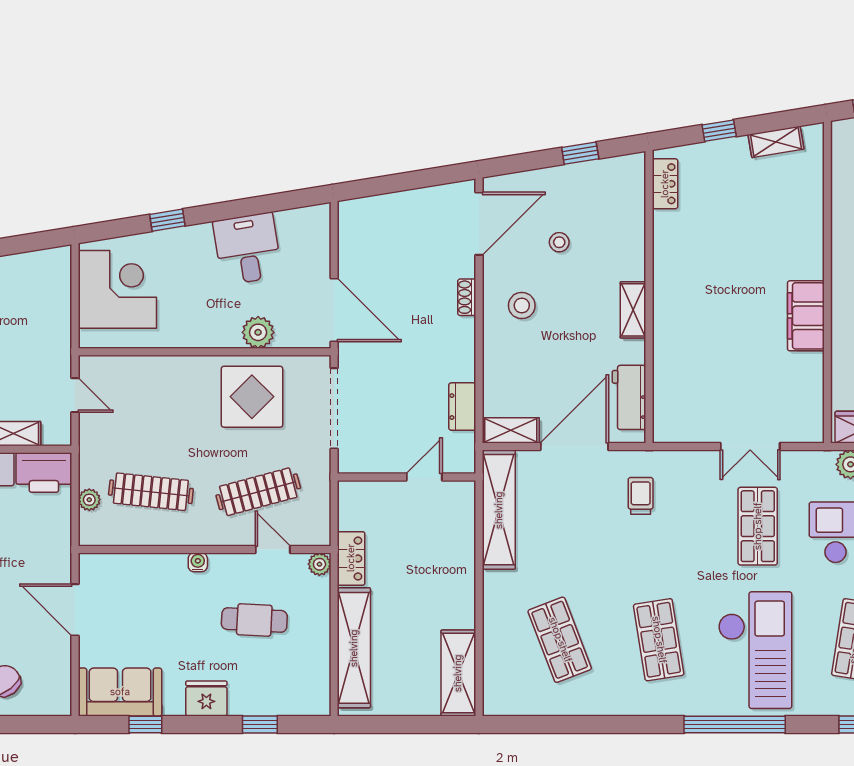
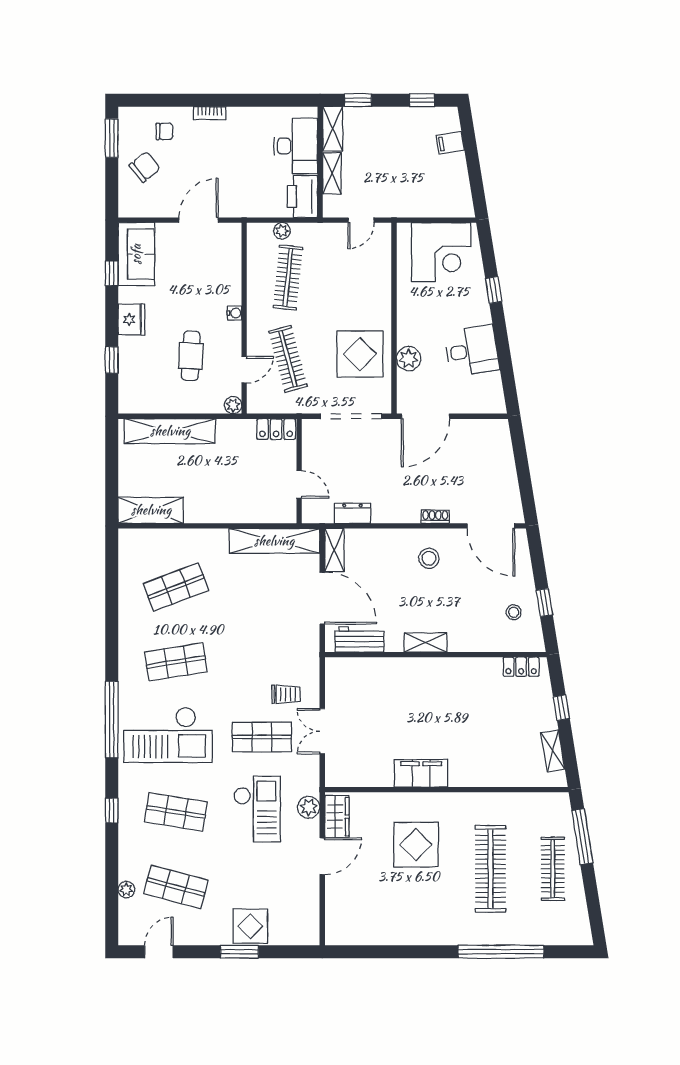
stool: (559, 242) -> (514, 612), moved
trolley: (641, 496) -> (286, 694), moved
locker: (351, 558) -> (276, 429), moved

